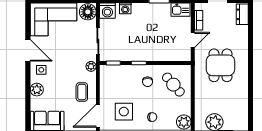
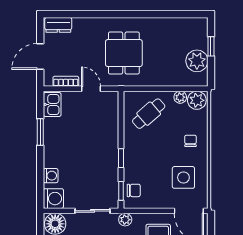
dining table: (220, 65) -> (124, 53), turned 90
chair: (148, 82) -> (134, 190), moved
plant: (186, 109) -> (180, 97), added

